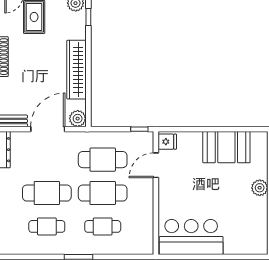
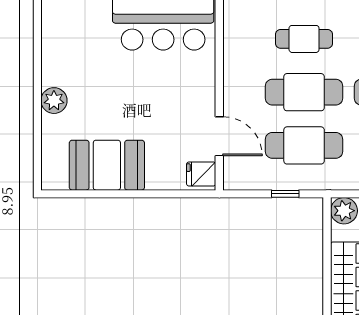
window: (139, 129) -> (285, 194), moved
door: (156, 165) -> (219, 136), hinge flipped

